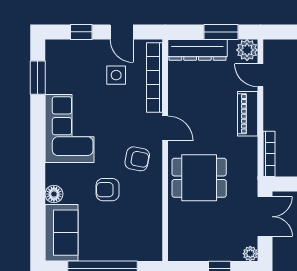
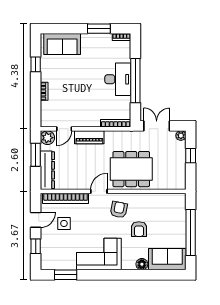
dining table: (199, 178) -> (131, 169), width x1.37

